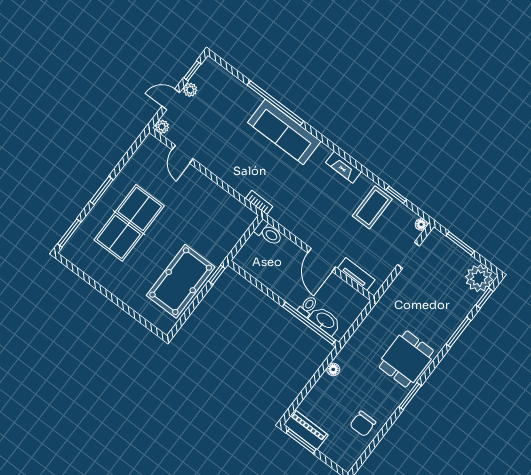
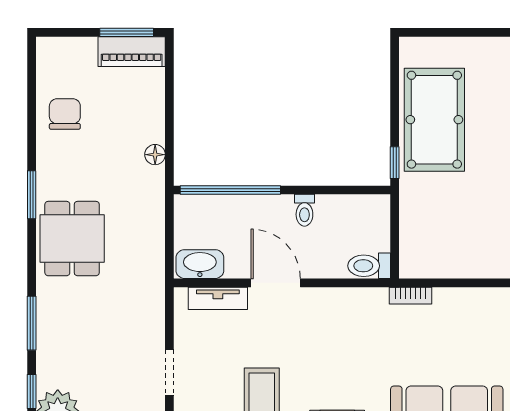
toilet: (308, 306) -> (304, 210), moved
washbasin: (325, 321) -> (200, 264), moved, turned 180

